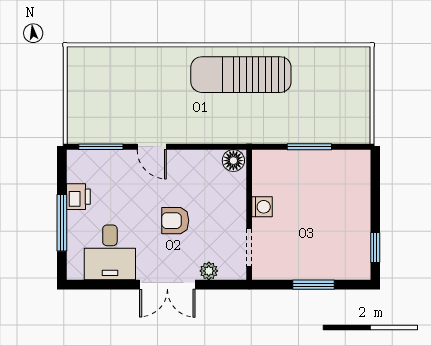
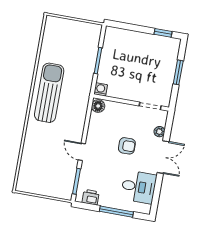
sun lounger: (241, 75) -> (49, 93), turned 180
door: (152, 147) -> (82, 152), swing flipped
printer: (78, 197) -> (91, 197), moved
washing machine: (262, 207) -> (101, 89), moved
armchair: (175, 221) -> (127, 146), turned -90

